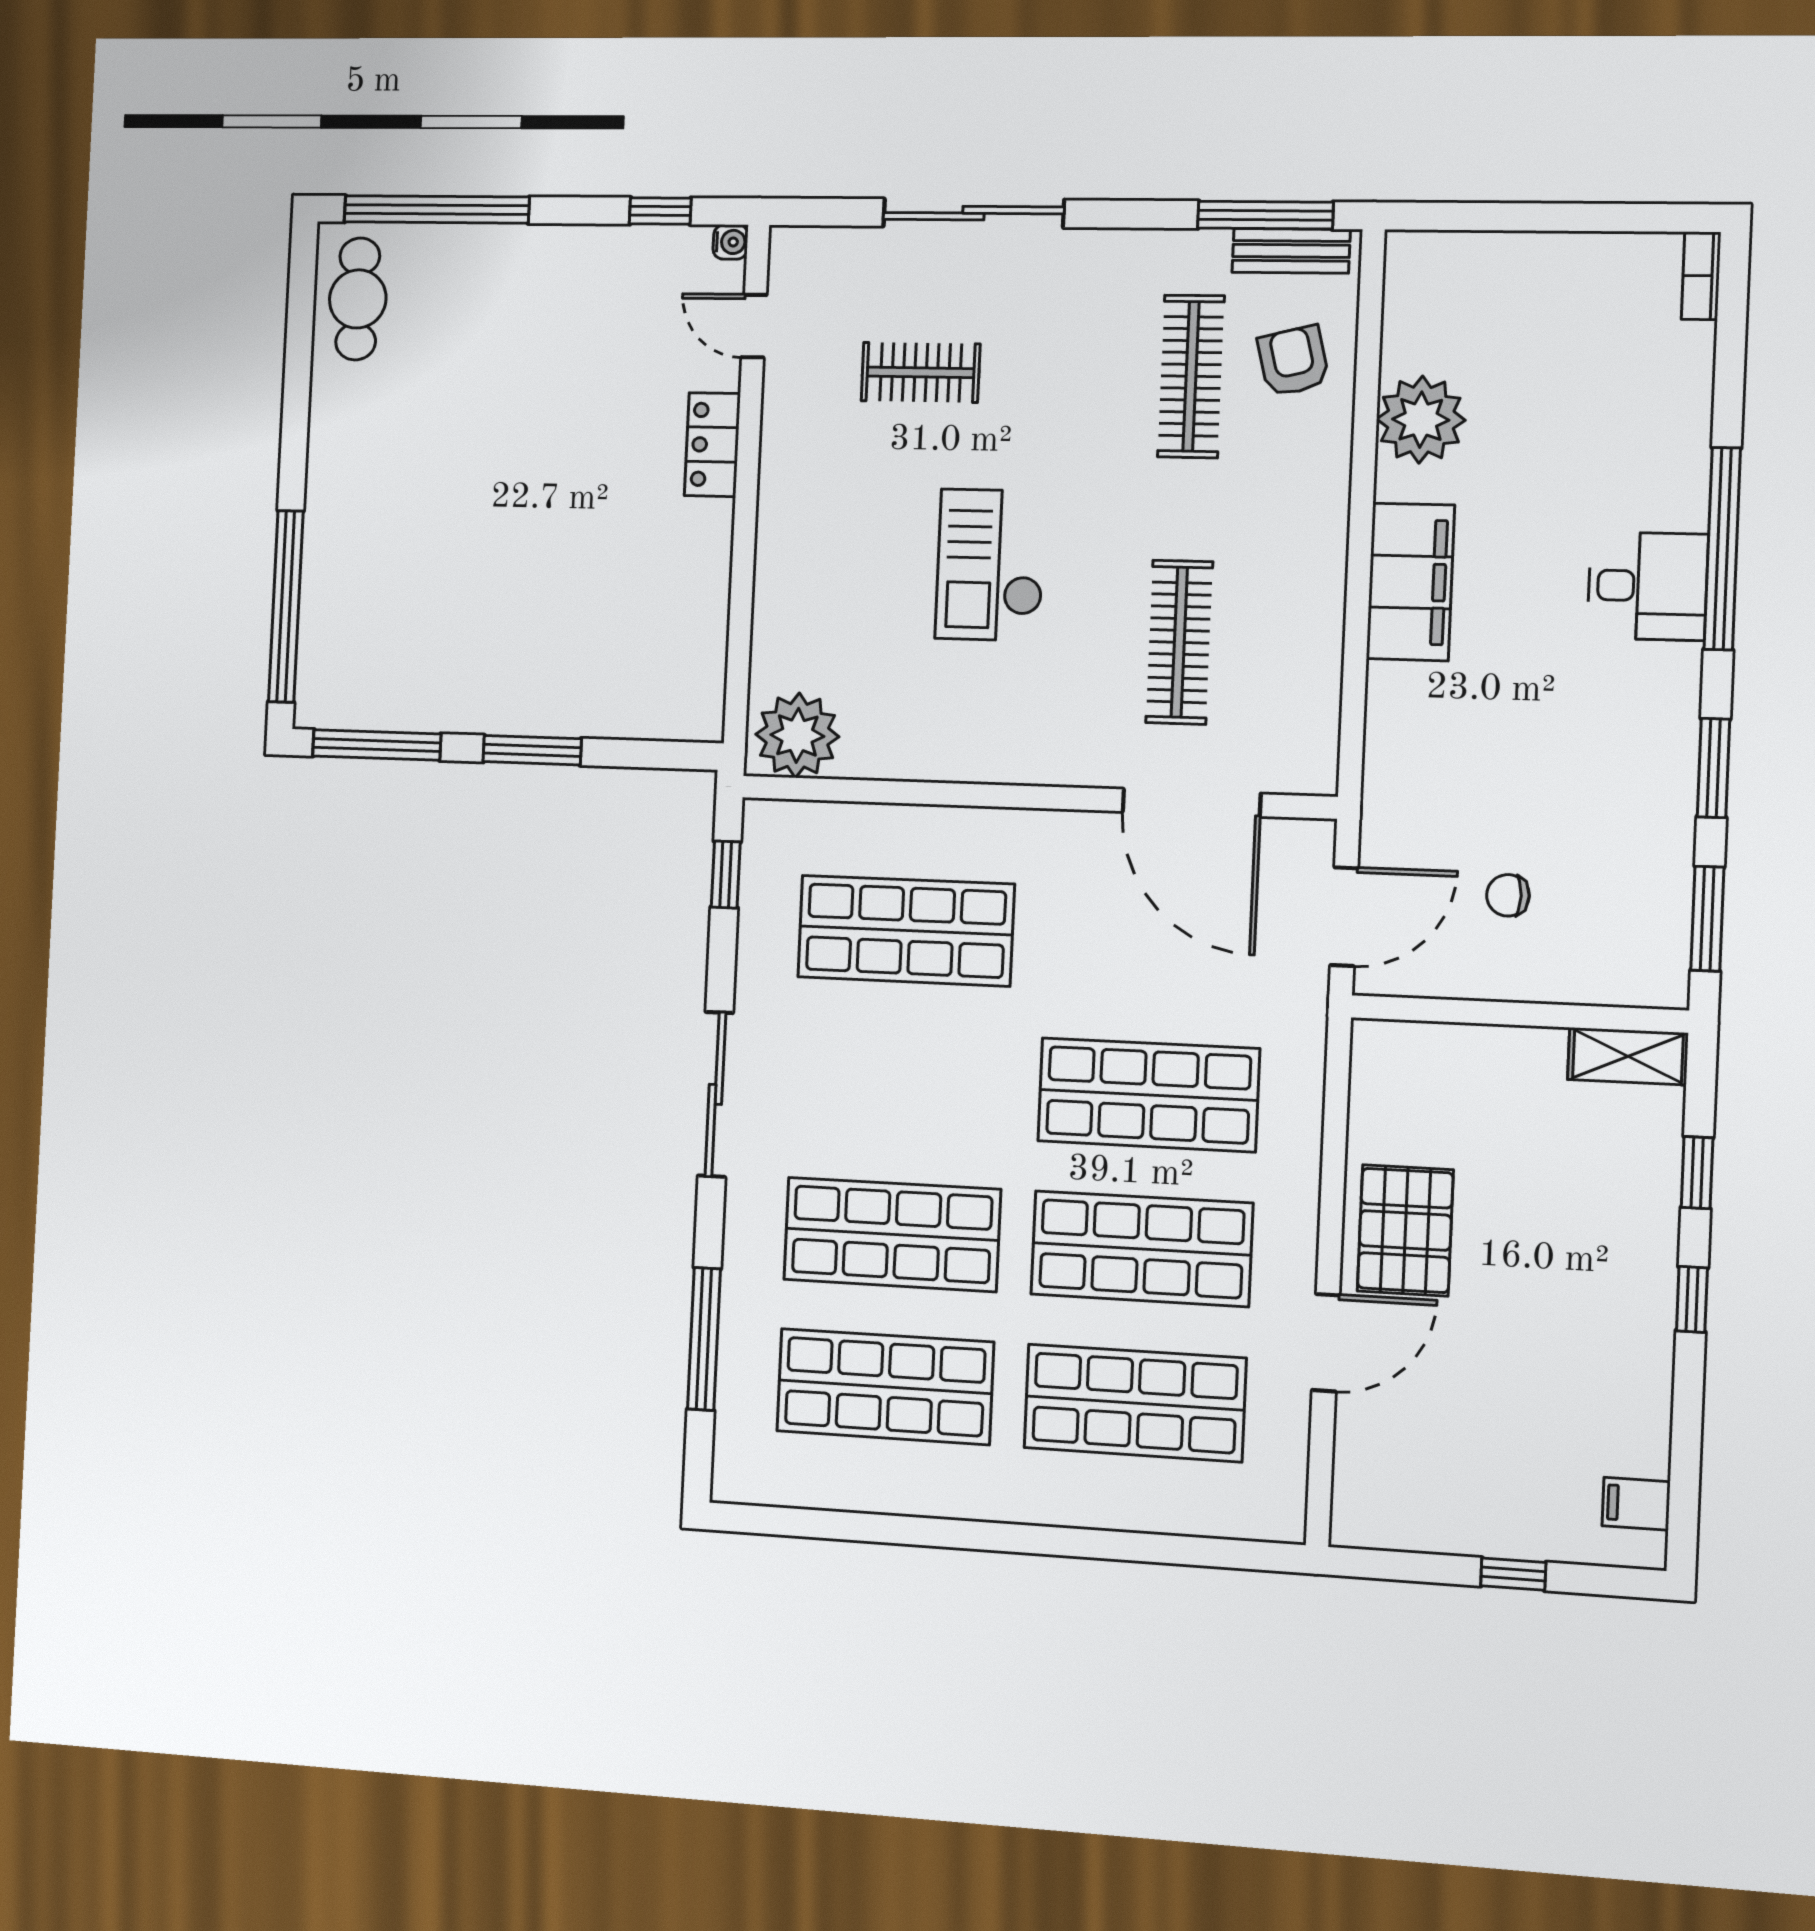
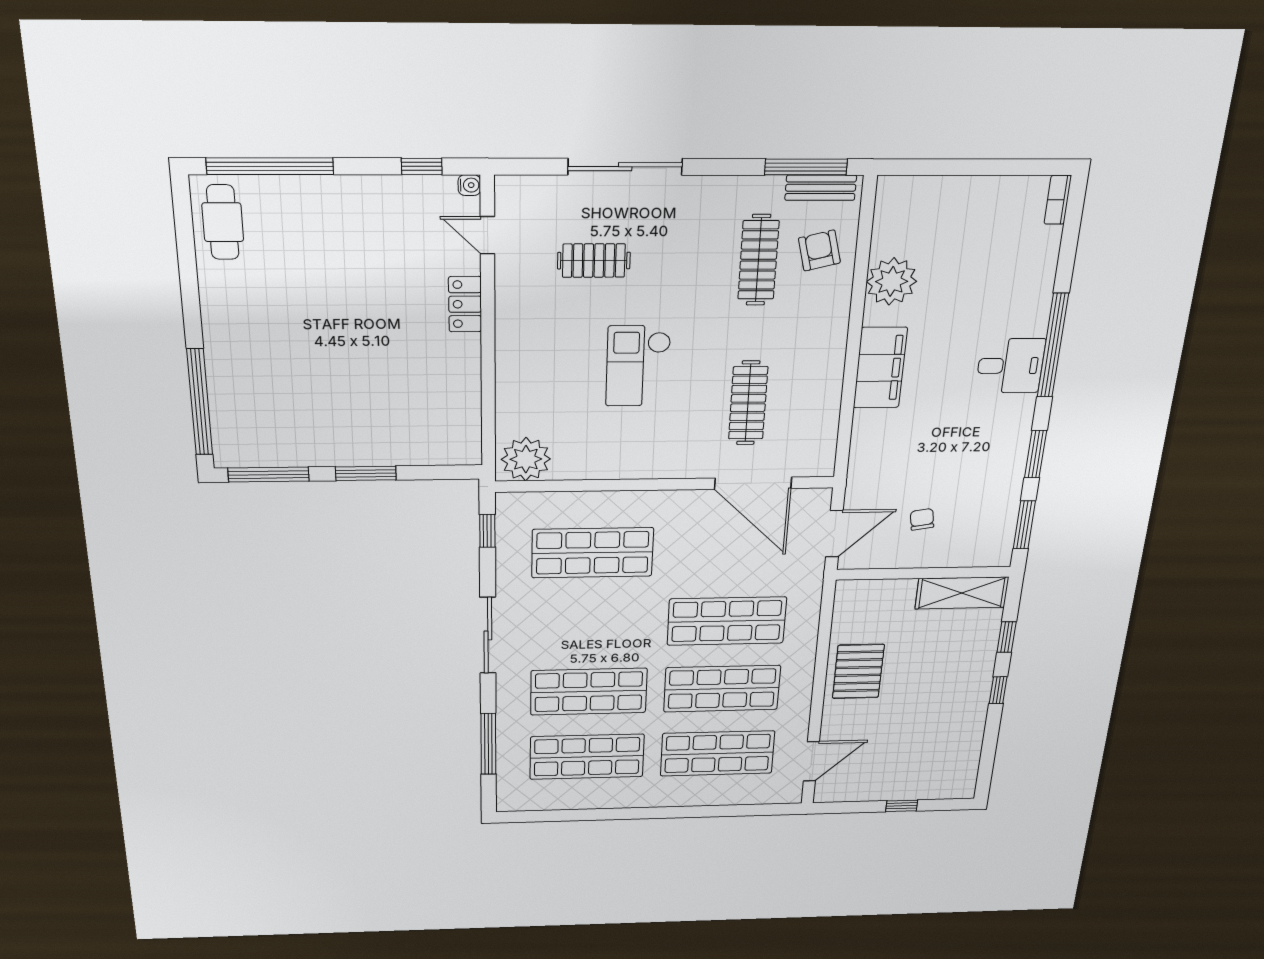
chair: (1508, 895) -> (922, 519), turned 81
shelving: (1628, 1056) -> (962, 593), width x1.50, depth x1.33
door: (1326, 1343) -> (811, 761), moved
filing cabinet: (1636, 1504) -> (963, 774), removed

